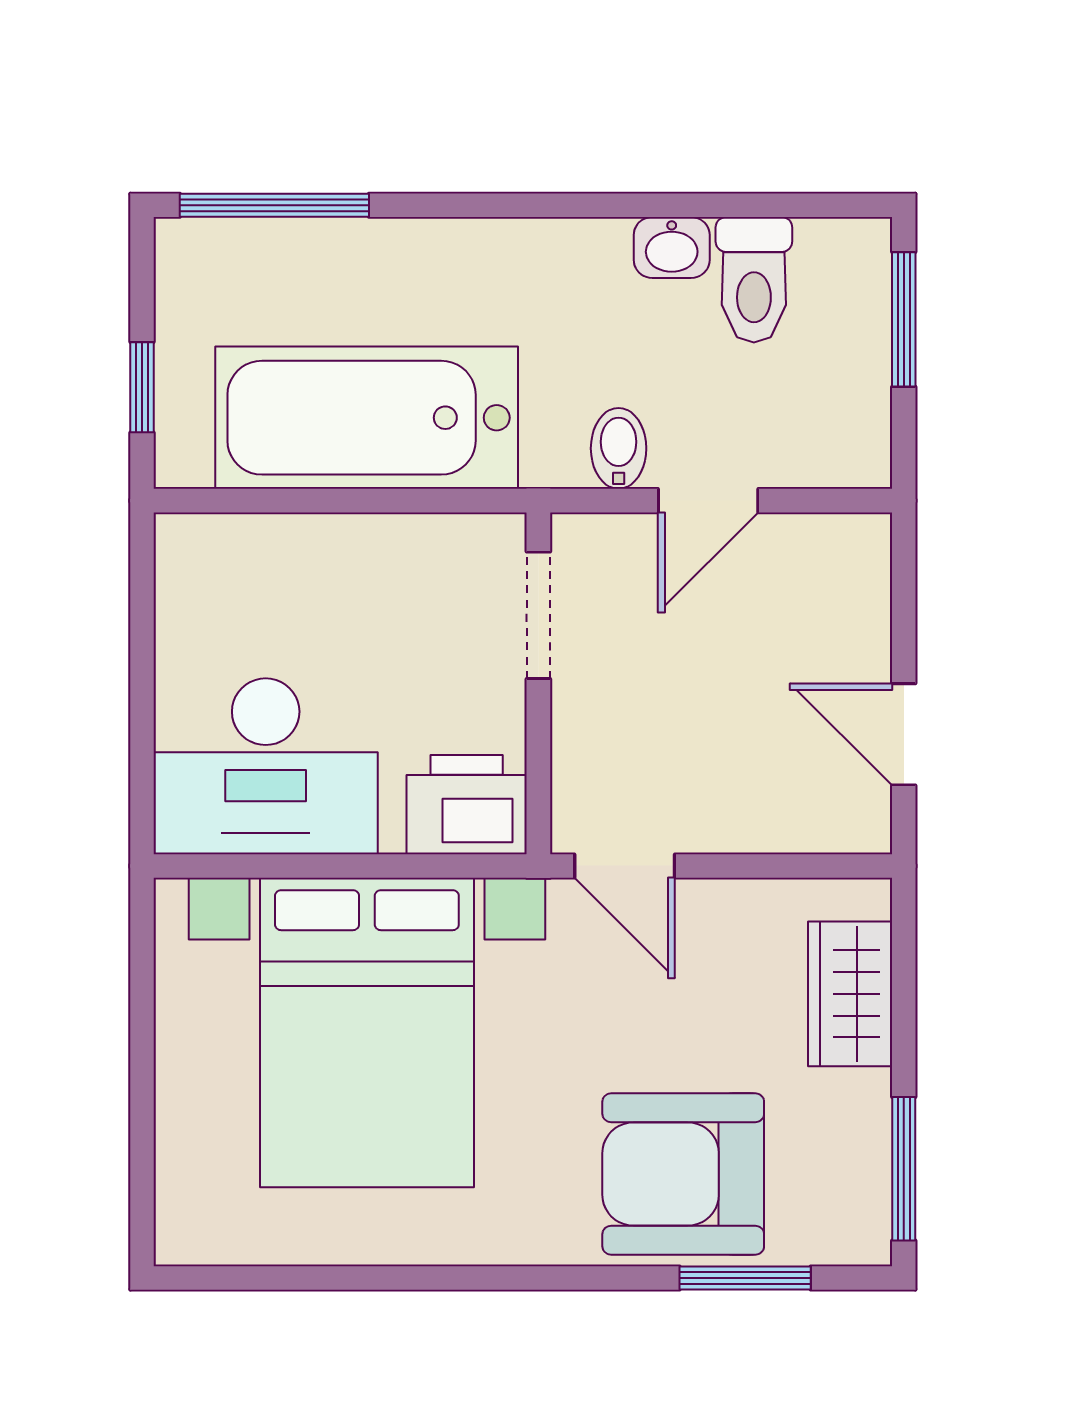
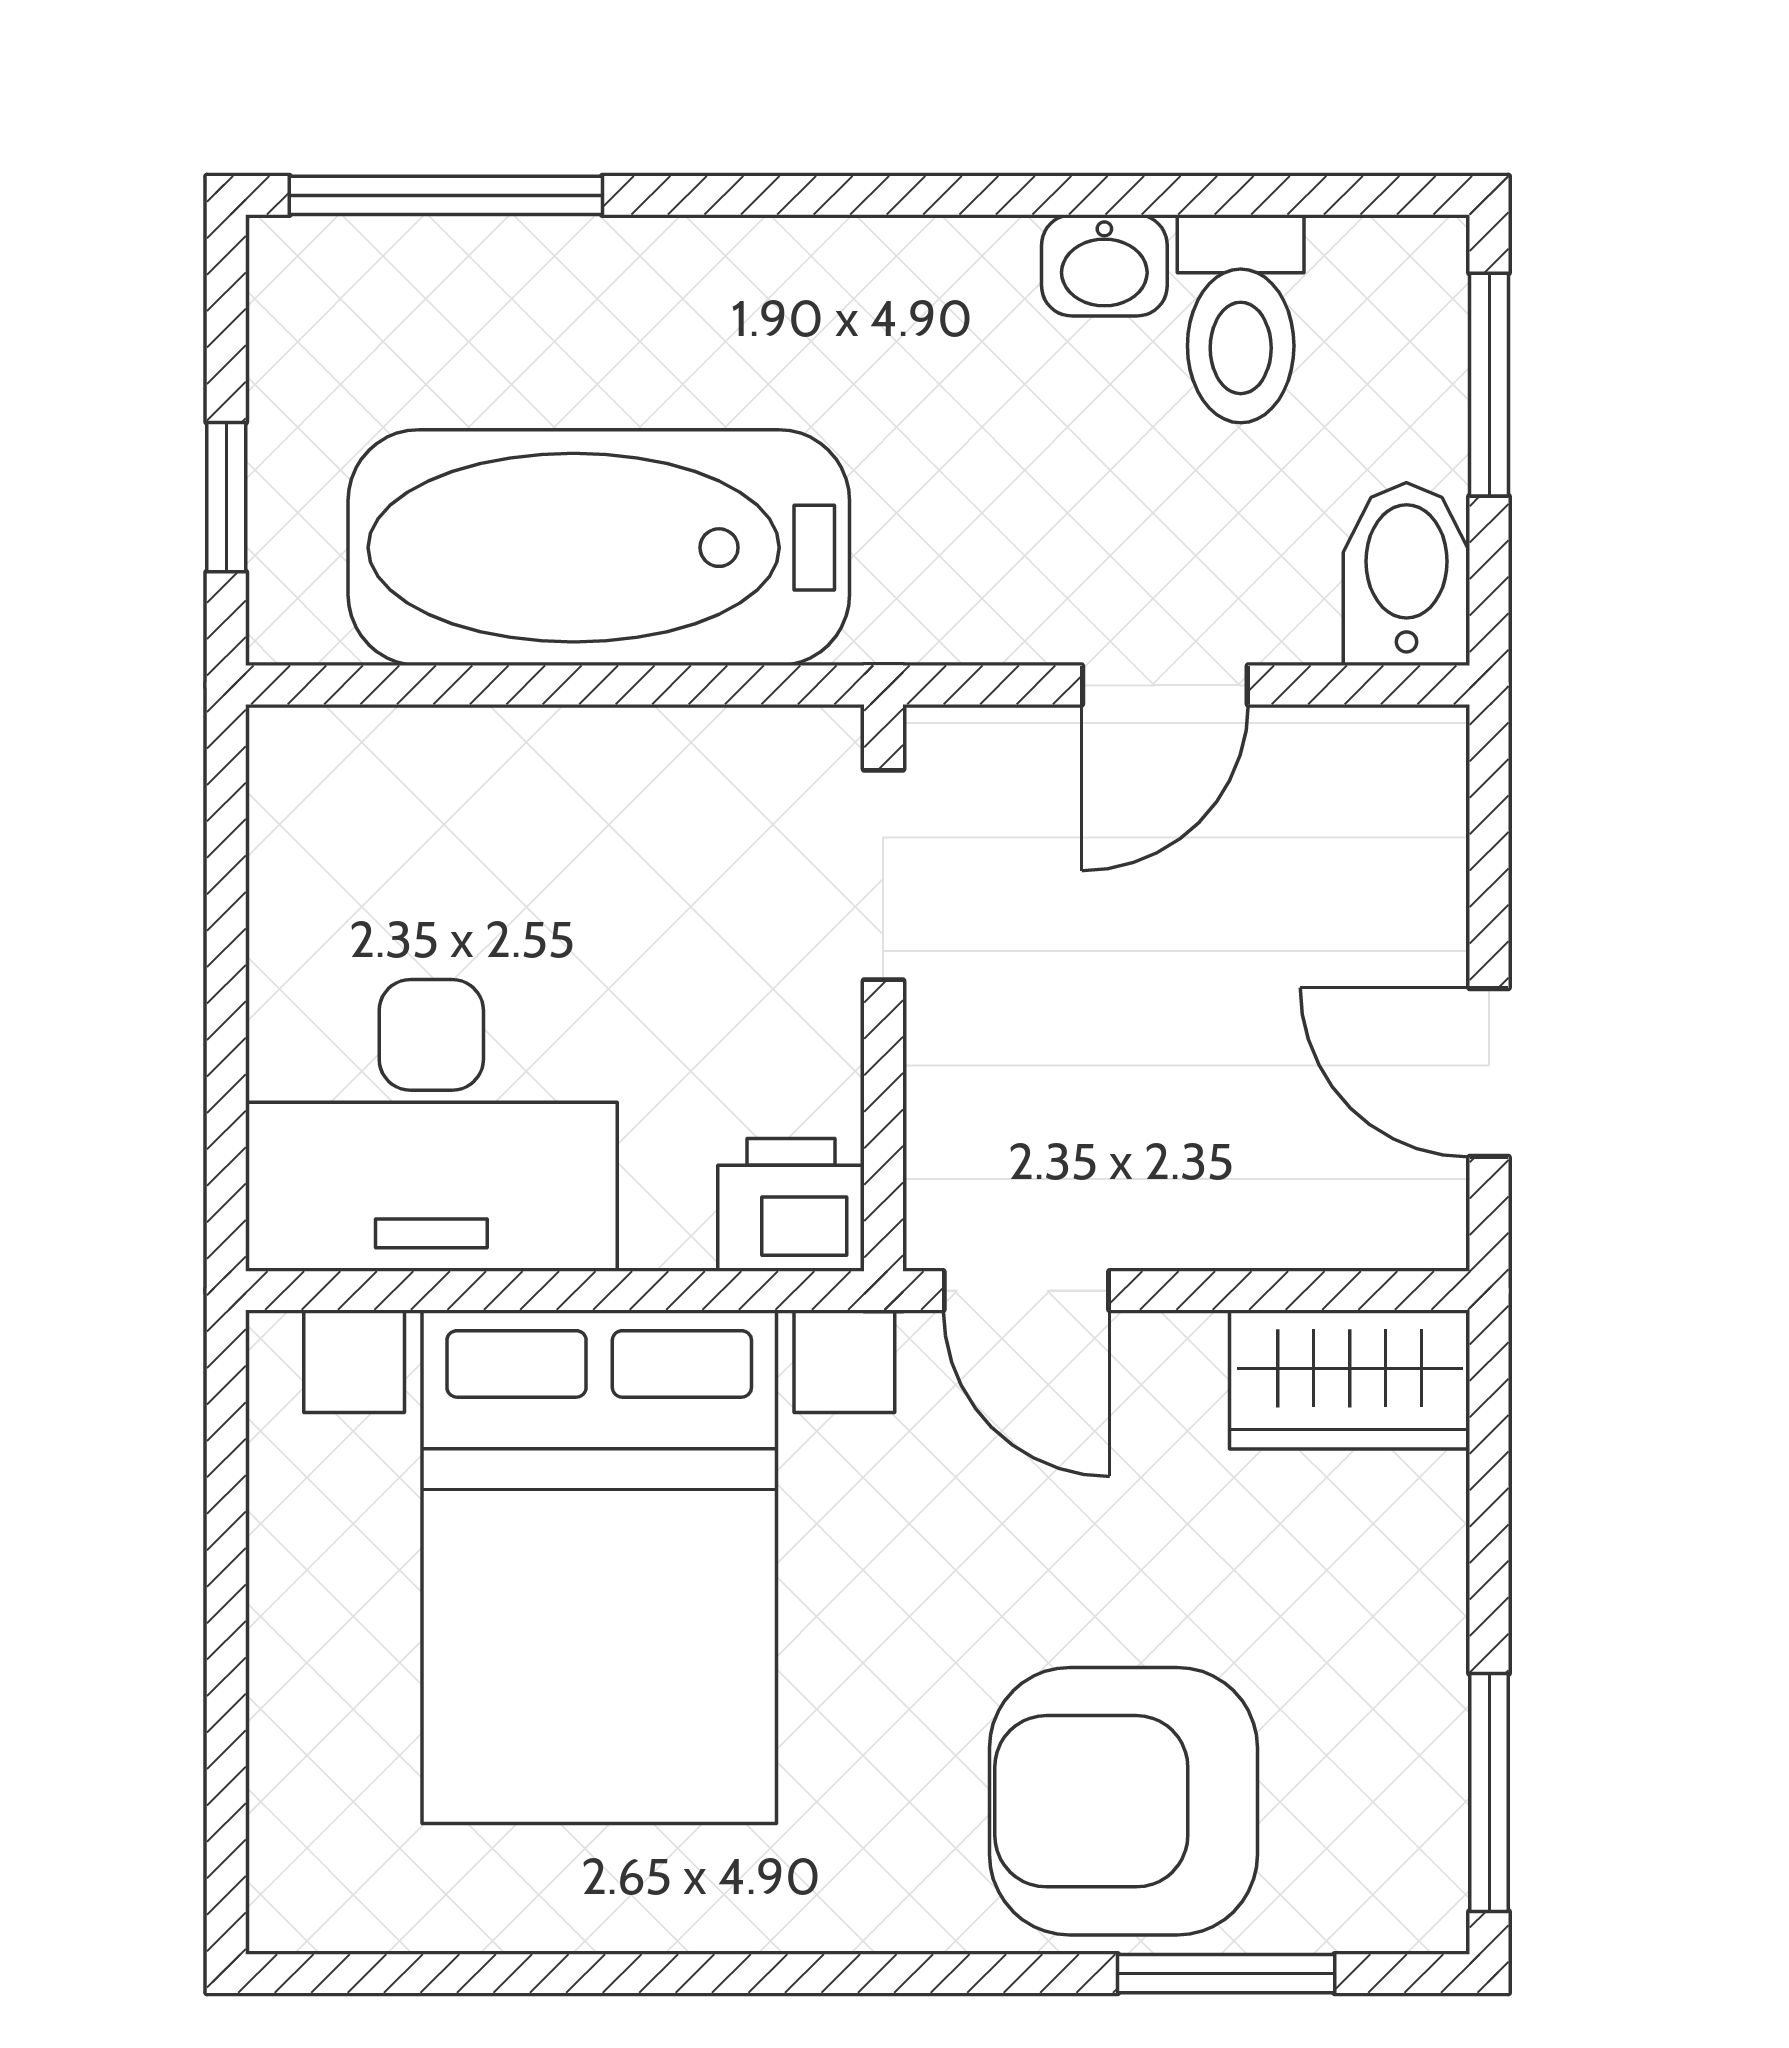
bidet: (619, 448) -> (1406, 574), moved, width x1.38, depth x1.36
printer: (467, 805) -> (791, 1205), width x0.73, depth x0.81
wardrobe: (850, 994) -> (1350, 1380), moved, turned -90

